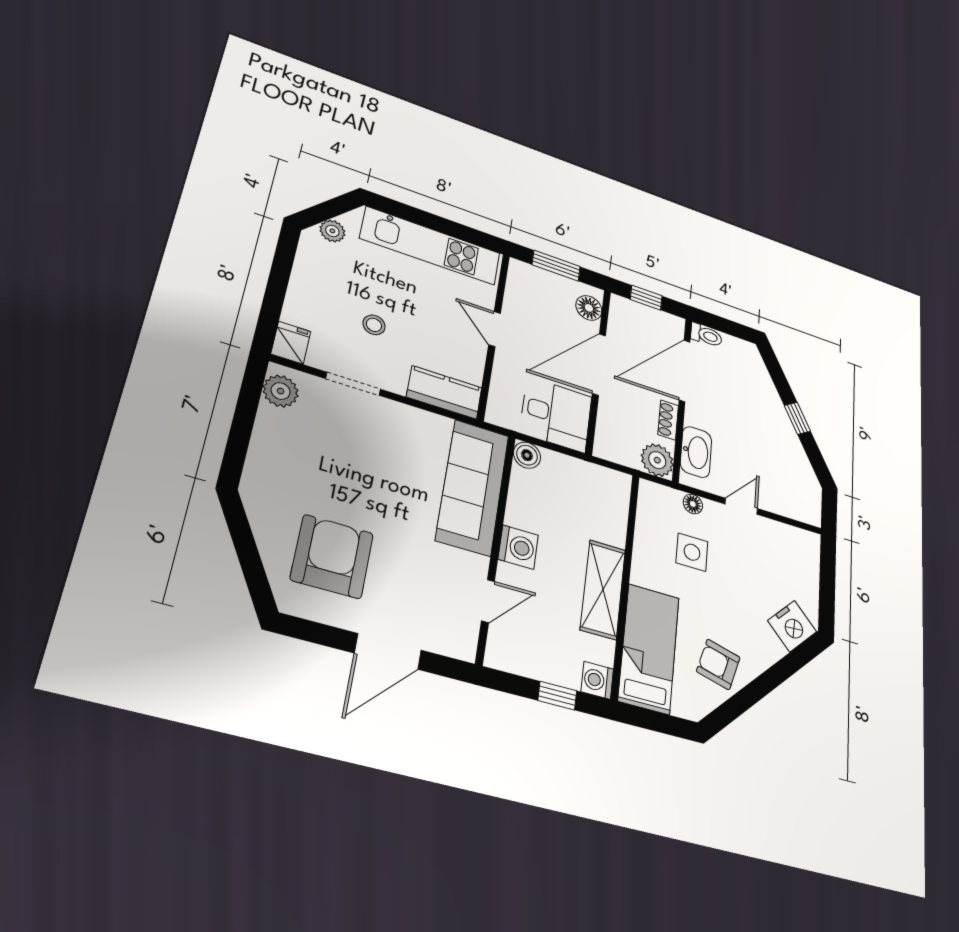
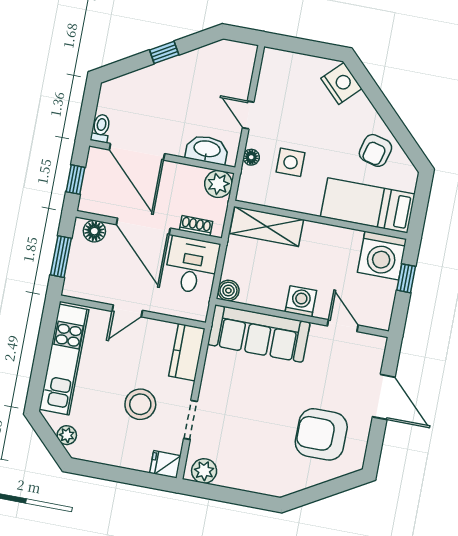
stool: (374, 325) -> (140, 404), width x1.89, depth x1.89
shoe rack: (668, 420) -> (196, 226), moved, turned 180
shelving: (603, 589) -> (267, 227), moved
washing machine: (597, 680) -> (382, 255), width x1.89, depth x1.89

